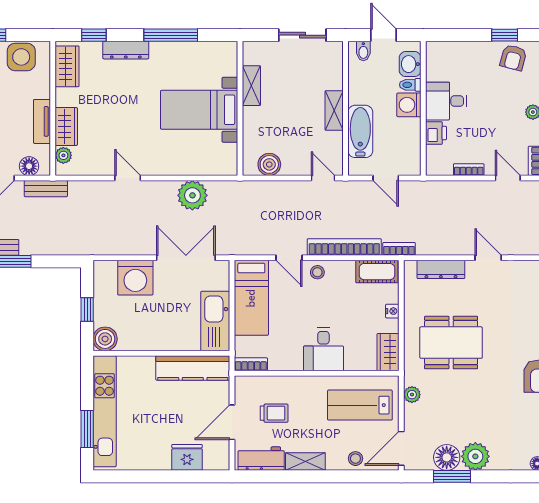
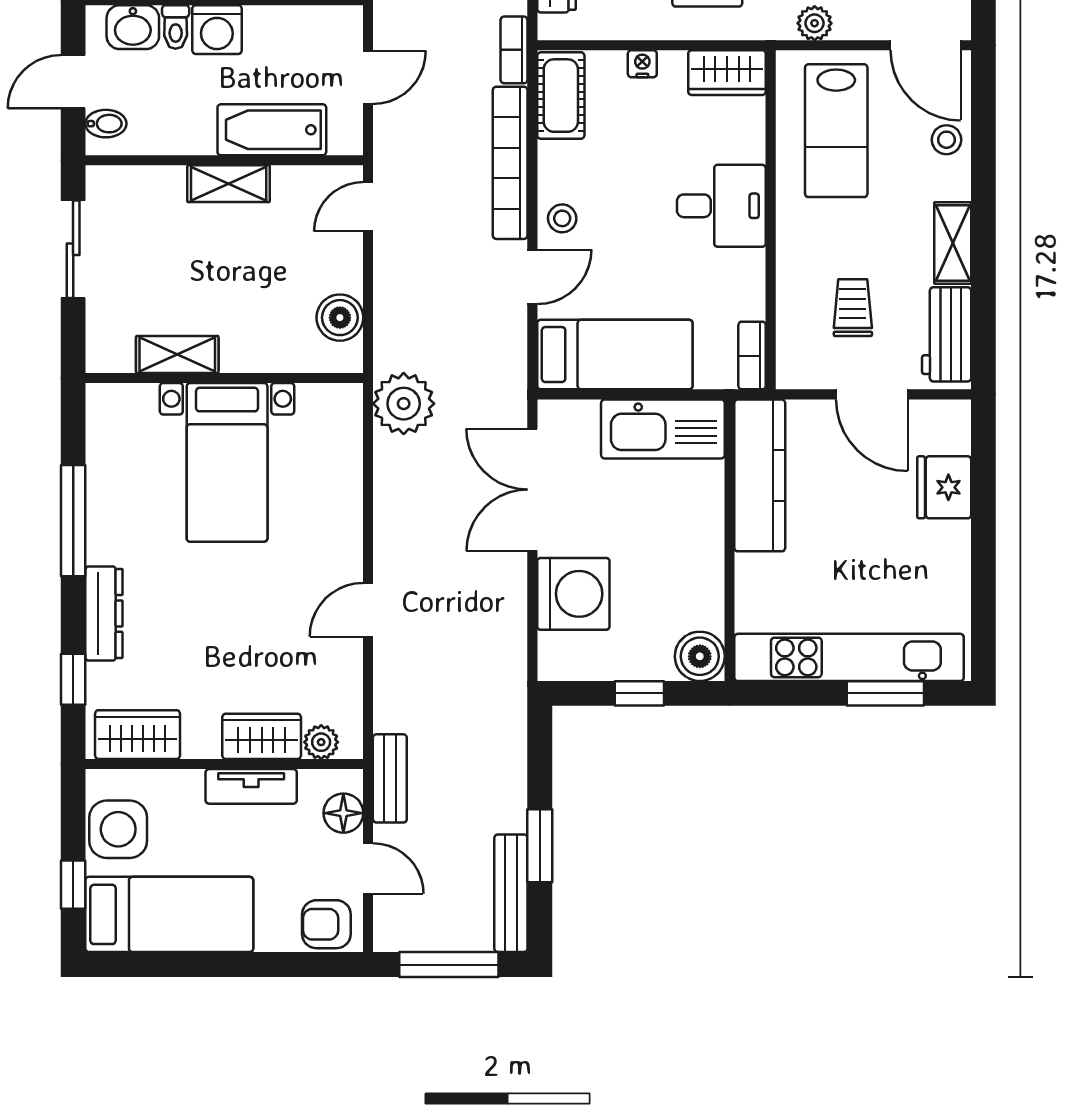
plant: (192, 195) -> (404, 404), moved

